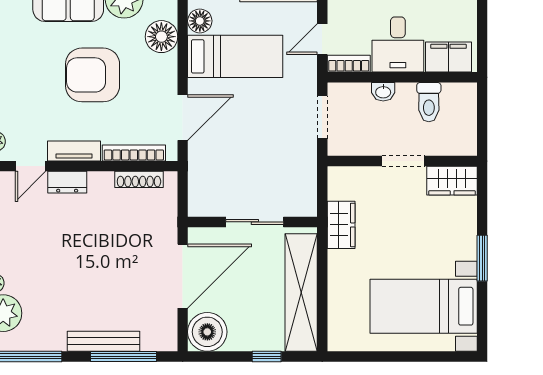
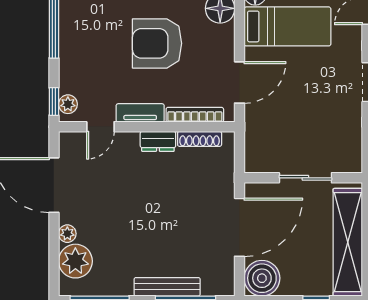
dresser: (67, 182) -> (158, 141), moved

